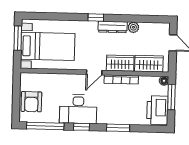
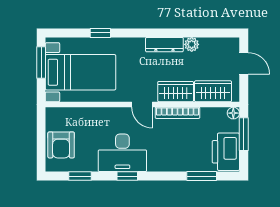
window: (96, 17) -> (100, 33), moved
door: (94, 72) -> (142, 104), hinge flipped
window: (45, 126) -> (80, 176), width x0.46
window: (118, 128) -> (202, 176), moved

